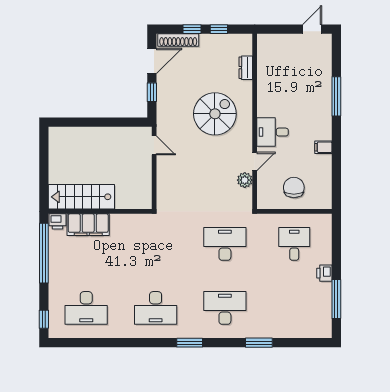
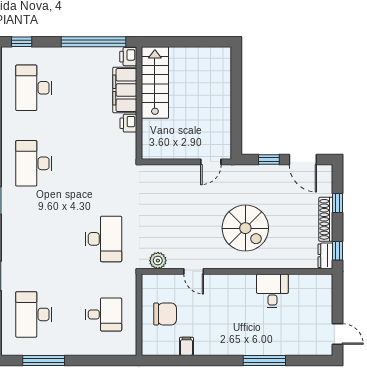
window: (219, 29) -> (338, 251), moved
shoe rack: (178, 40) -> (326, 219), moved
dresser: (246, 68) -> (325, 256), moved, turned -90
desk: (273, 132) -> (272, 291), moved
filing cabinet: (323, 147) -> (187, 346), moved
plant: (245, 180) -> (158, 261), moved
printer: (324, 273) -> (128, 123), moved, turned -90
desk: (225, 308) -> (34, 314), moved, turned 180

